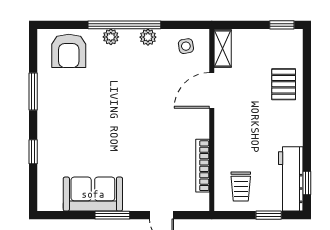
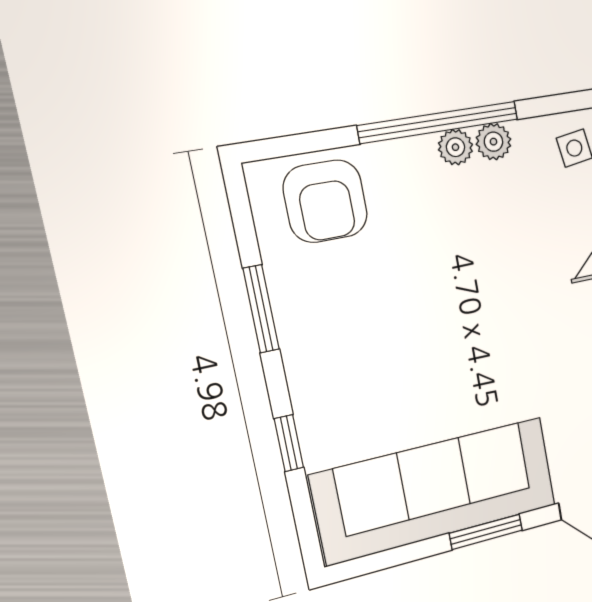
plant: (111, 37) -> (455, 147), moved
sofa: (93, 194) -> (436, 490), width x1.85, depth x1.27

